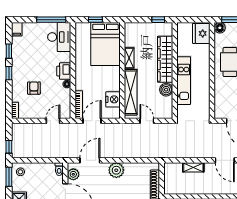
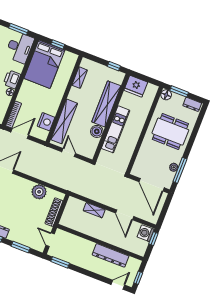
window: (51, 20) -> (18, 29), width x0.69
fridge: (201, 33) -> (136, 86), moved, turned -90
bed: (105, 44) -> (44, 64), moved
shelving: (129, 58) -> (80, 78), moved
plant: (116, 170) -> (39, 192), moved

